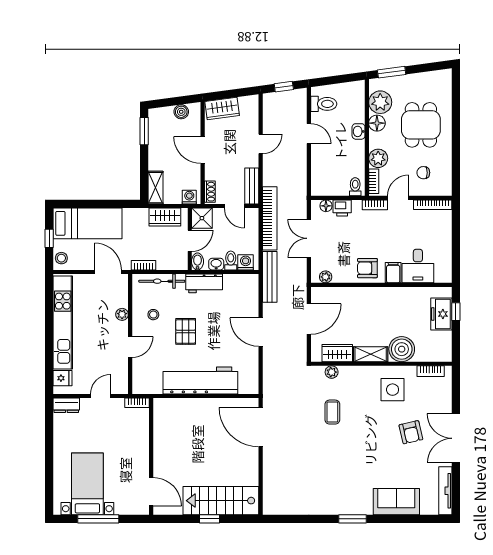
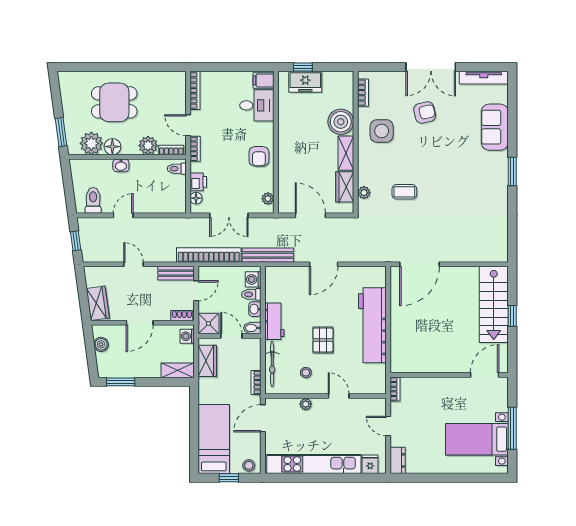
chair: (423, 173) -> (163, 100), removed
filing cabinet: (393, 273) -> (264, 80), moved
pallet: (186, 331) -> (323, 340), turned 90

